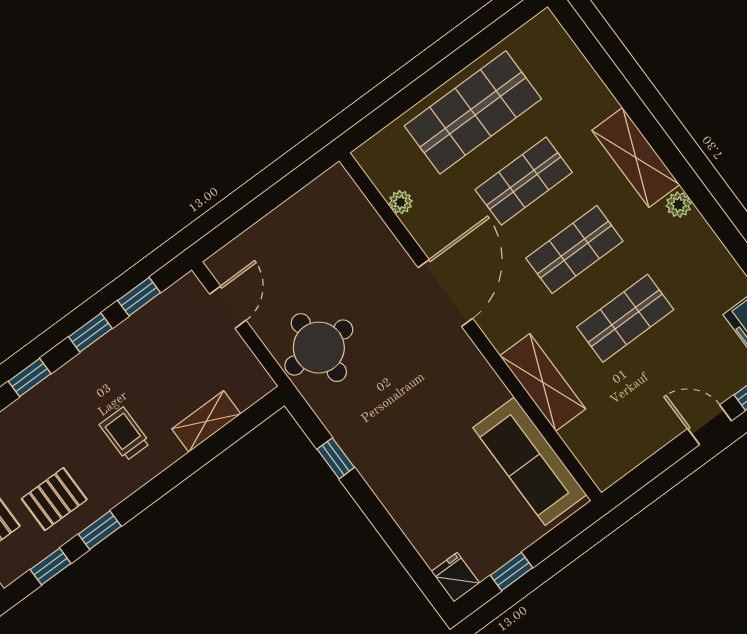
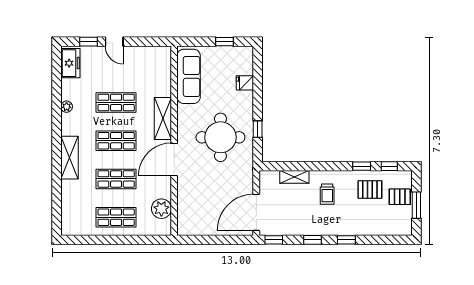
shop shelf: (473, 112) -> (116, 217), width x0.70, depth x0.74
plant: (401, 202) -> (161, 209), width x1.87, depth x1.87
plant: (679, 205) -> (67, 107), moved
window: (139, 297) -> (274, 240), moved
door: (228, 307) -> (256, 212), width x1.87
round table: (319, 348) -> (220, 137), moved, width x1.36, depth x1.36
shelving: (543, 382) -> (163, 119), moved
fridge: (455, 577) -> (245, 83), moved, turned 90

